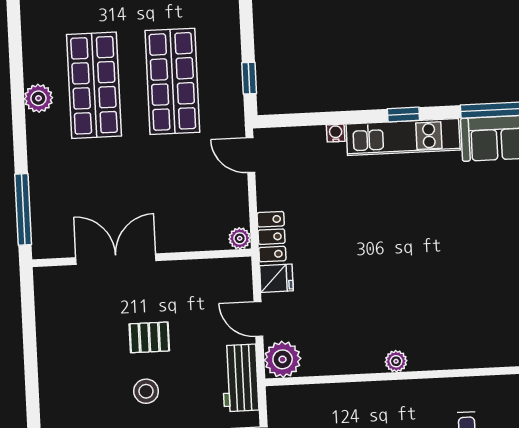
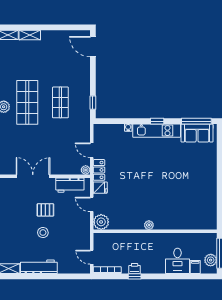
shop shelf: (172, 81) -> (60, 102), width x0.70, depth x0.74
door: (250, 155) -> (92, 150), moved
workbench: (240, 378) -> (70, 185), moved, turned -90

